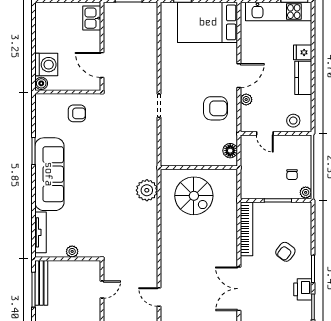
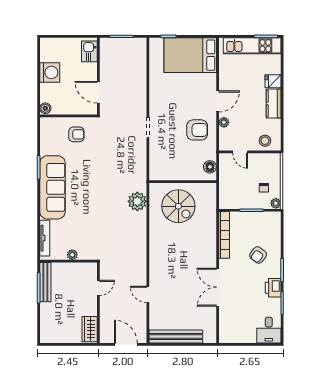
washing machine: (46, 65) -> (50, 72), moved

